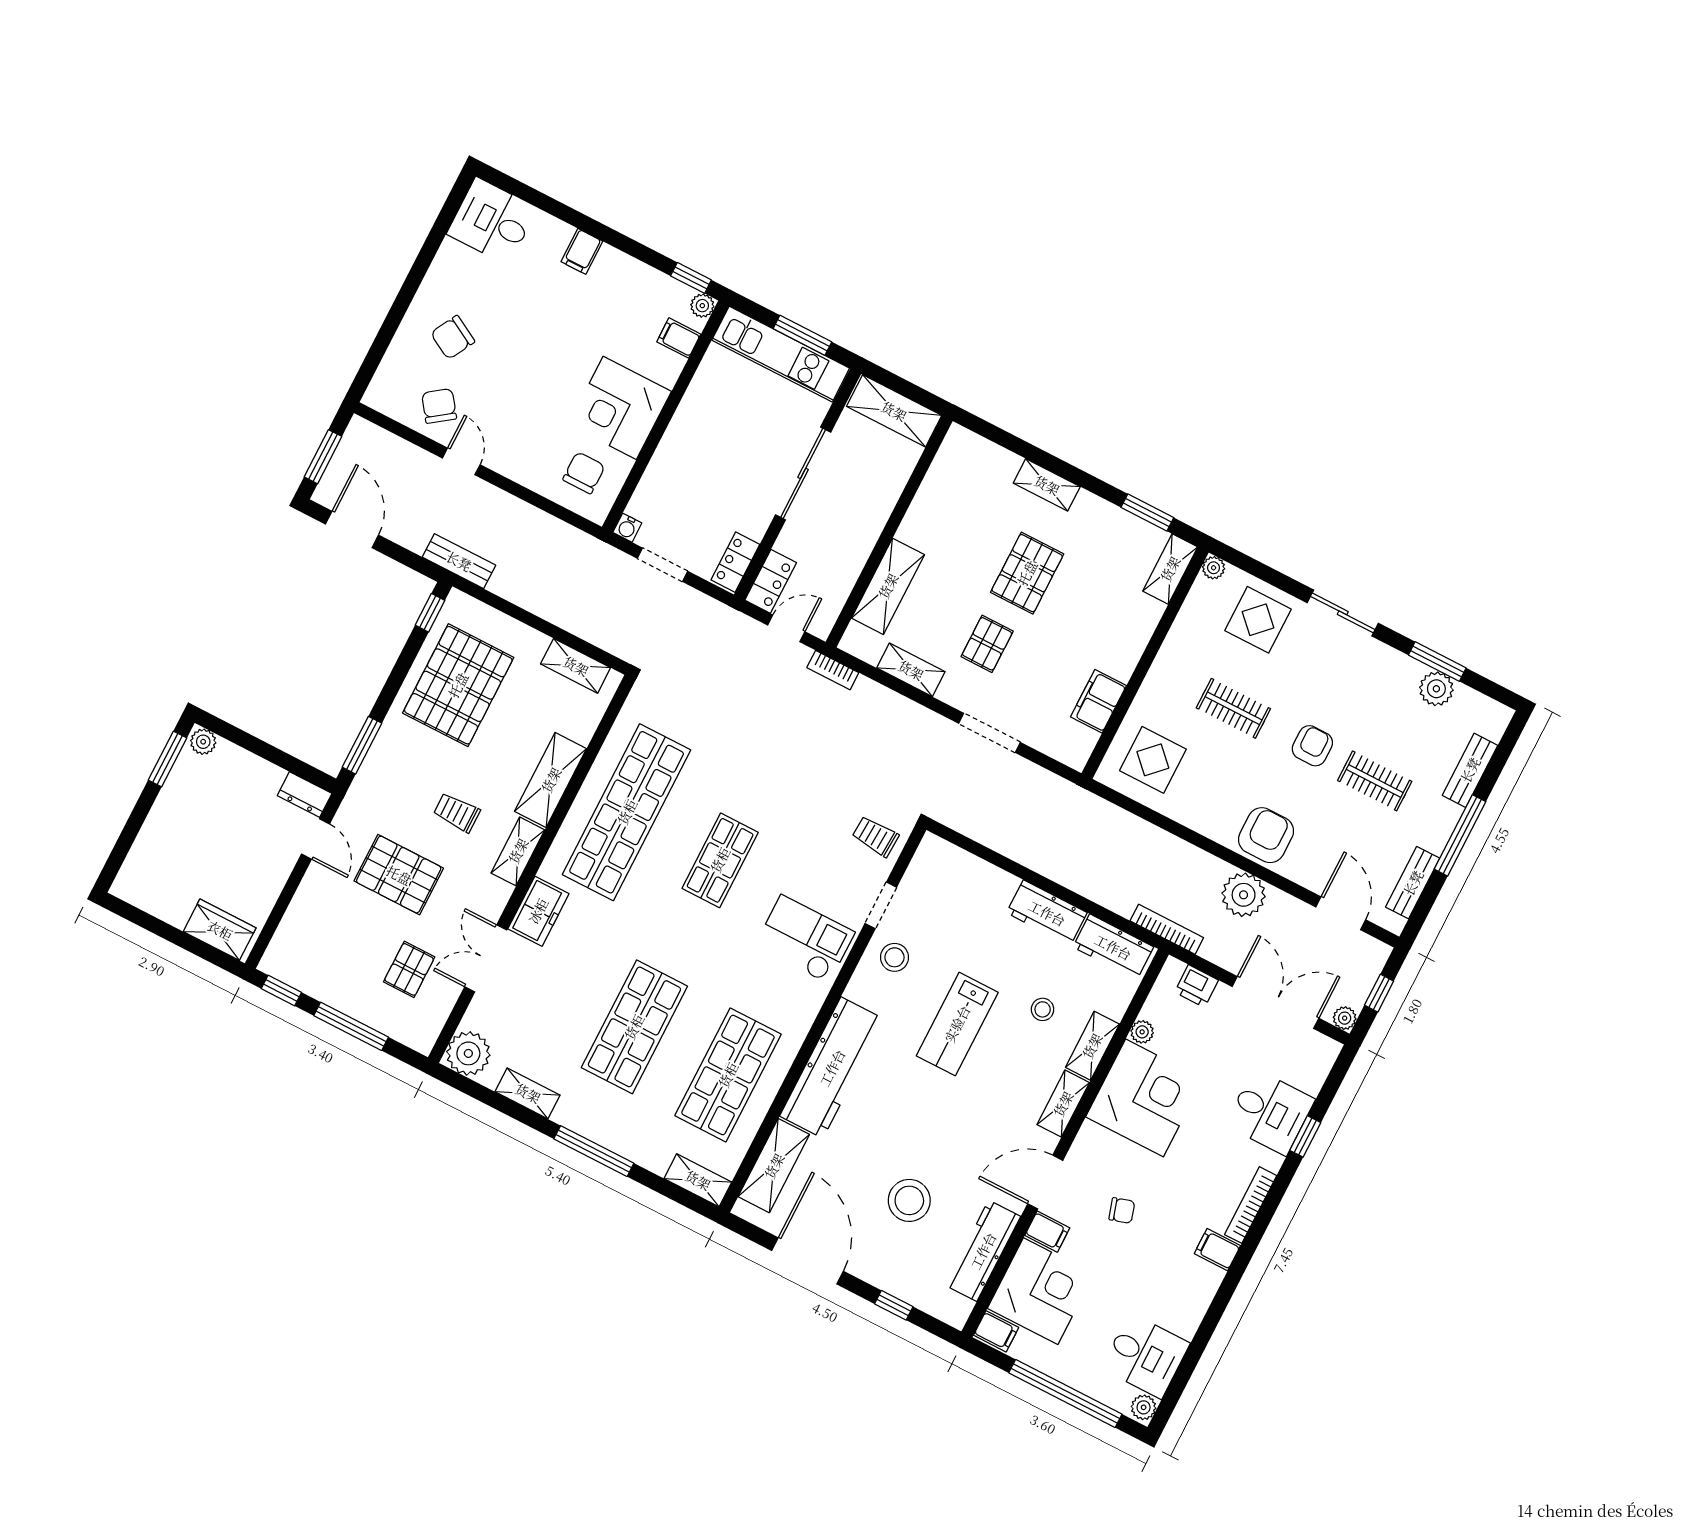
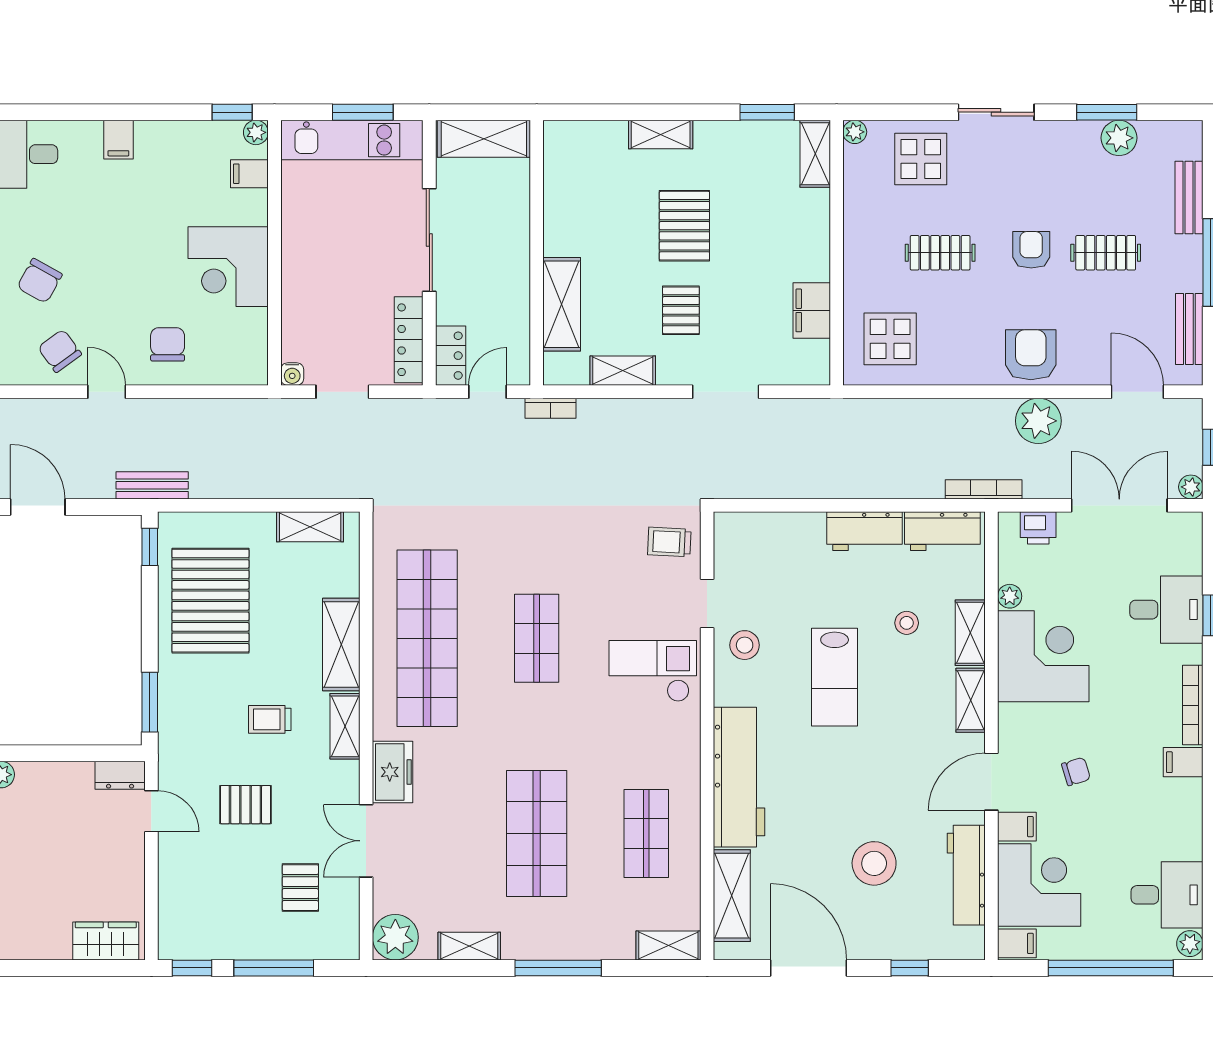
chair: (584, 473) -> (168, 344), moved
locker: (735, 562) -> (409, 340), width x1.53
pallet: (399, 875) -> (245, 805), width x0.67, depth x0.71
shop shelf: (728, 1075) -> (646, 833), width x0.70, depth x0.74

